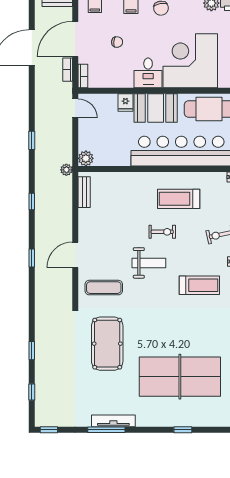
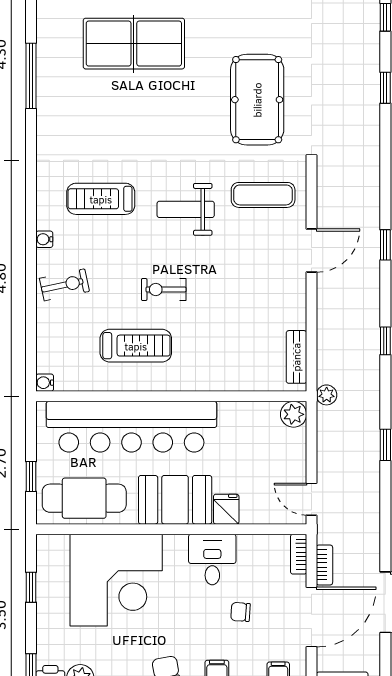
desk: (148, 73) -> (212, 560), moved
weight bench: (149, 263) -> (186, 209), moved
table tennis table: (180, 377) -> (134, 44), width x0.73, depth x0.76

